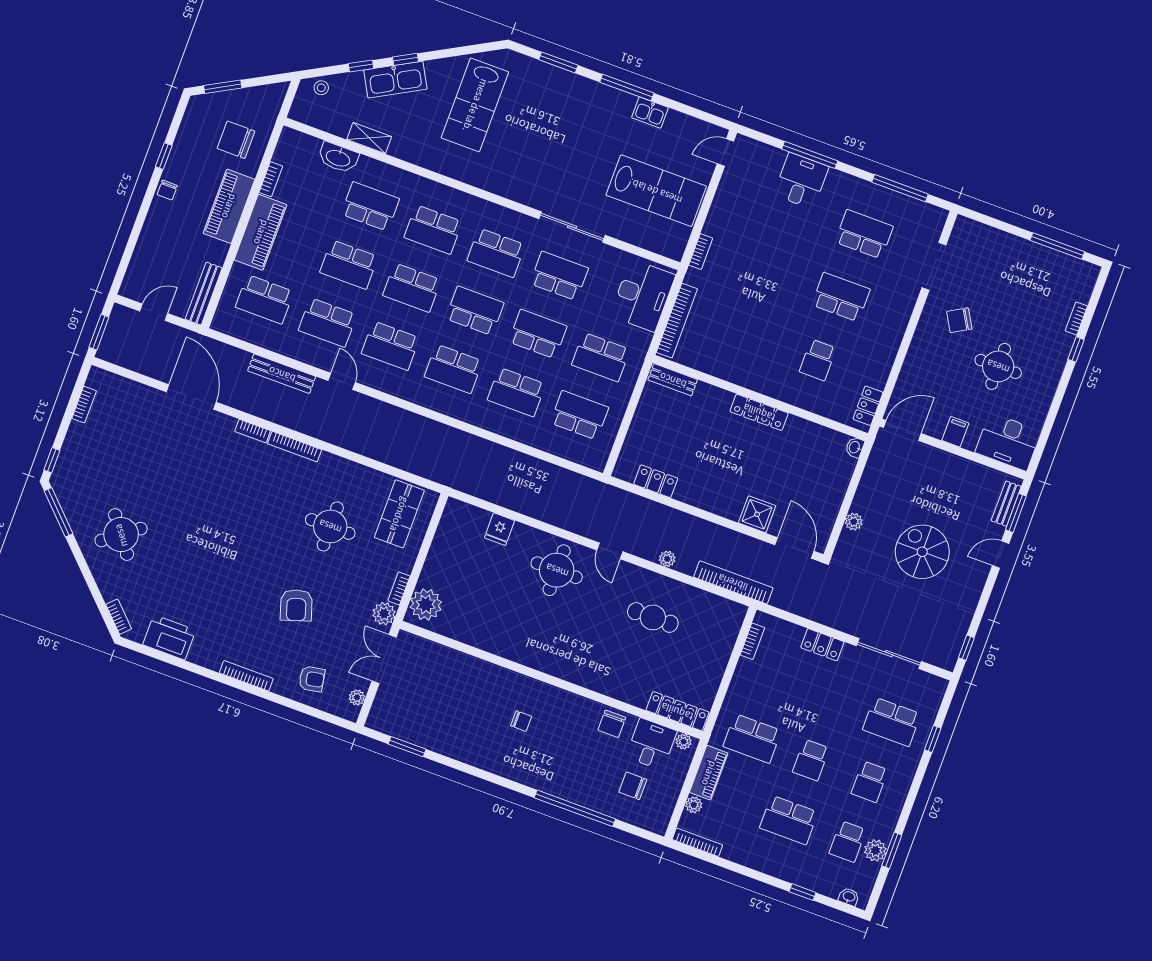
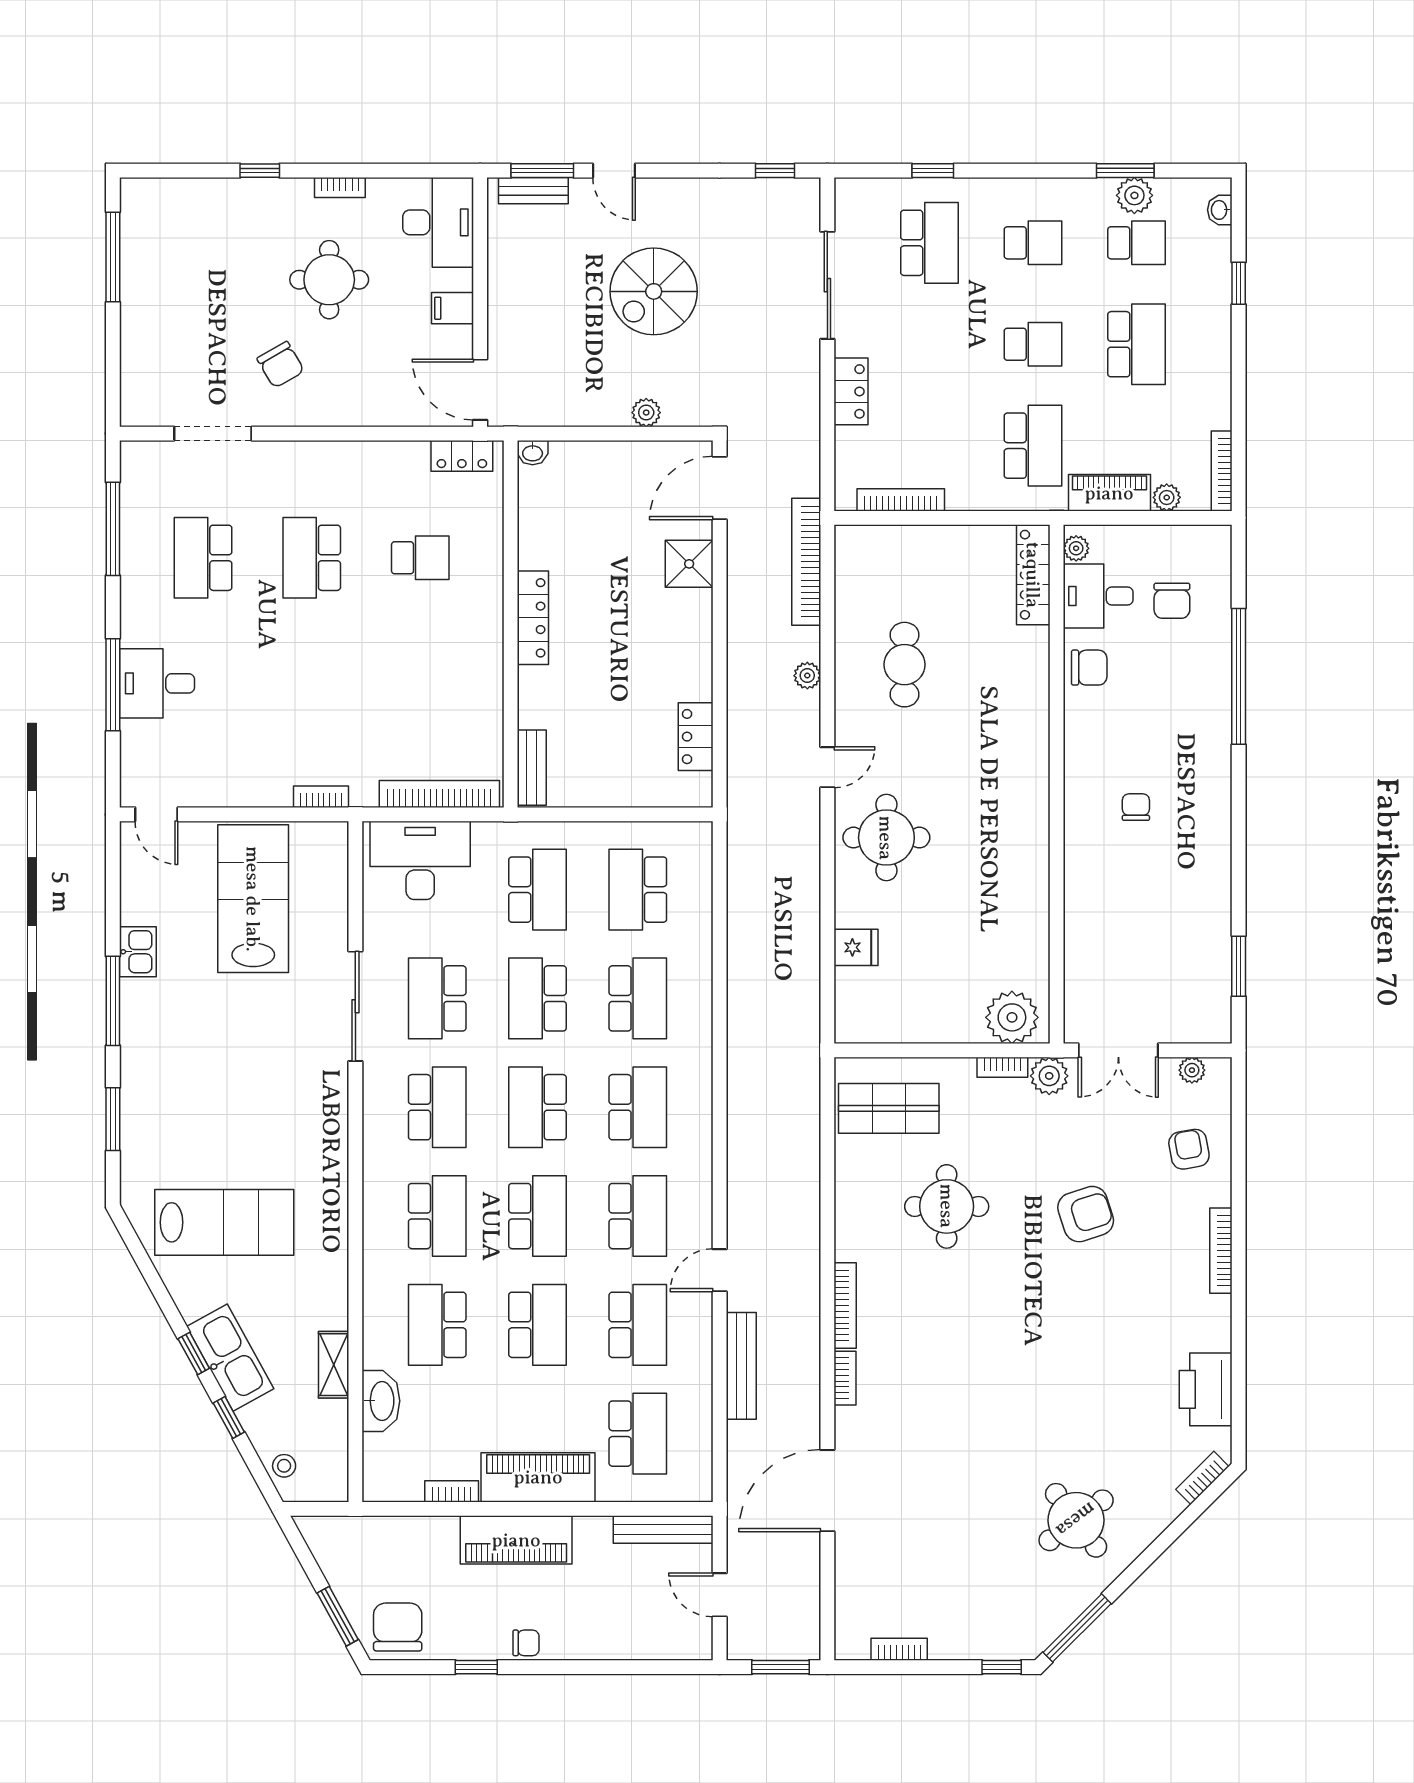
chair: (236, 140) -> (398, 1627), moved, turned 180
bookcase: (1076, 319) -> (340, 187), moved
bookcase: (752, 641) -> (901, 500), width x1.56

